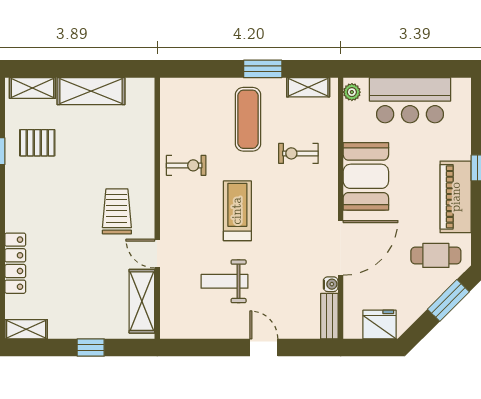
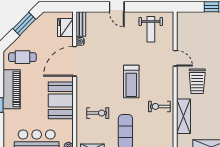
weight bench: (224, 281) -> (151, 29), moved, turned 90
window: (448, 300) -> (24, 24), moved
shelving: (142, 301) -> (184, 116), moved
fridge: (380, 324) -> (65, 27), moved, turned 90

